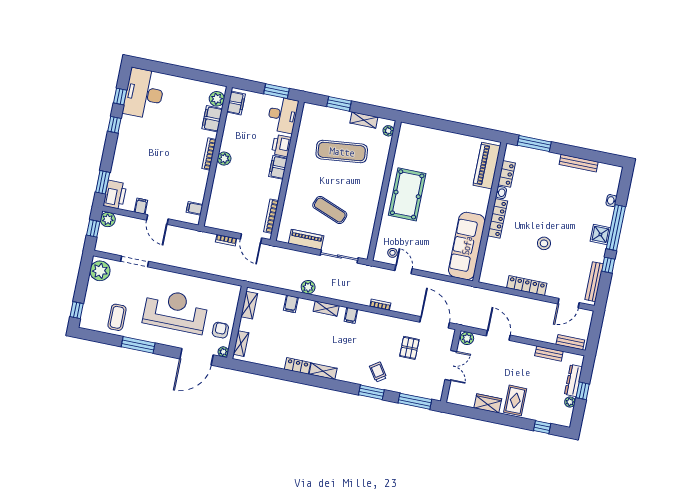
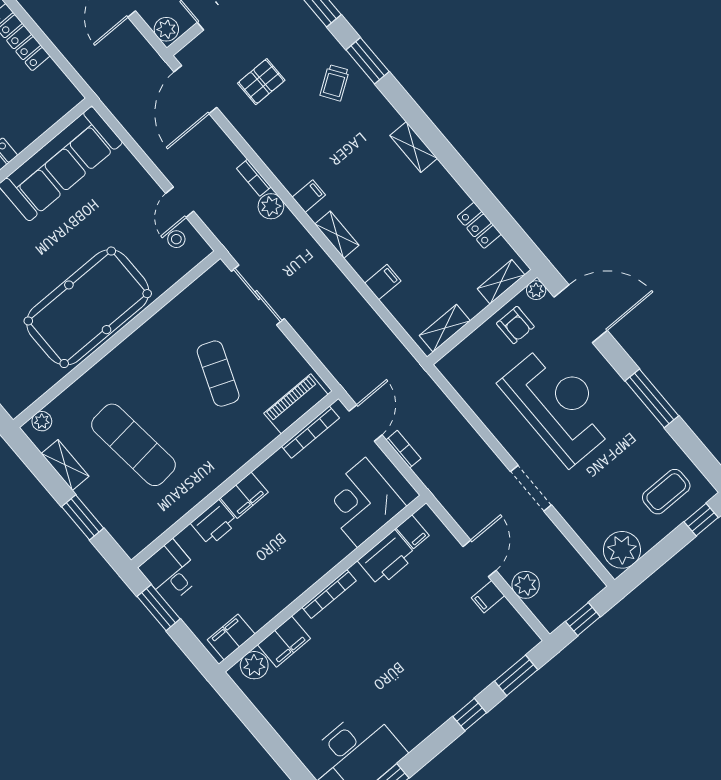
desk: (283, 115) -> (171, 572), width x0.73
window: (114, 125) -> (470, 715), moved
plant: (224, 159) -> (312, 570), removed
pool table: (407, 194) -> (88, 307), width x1.36, depth x1.32
printer: (115, 195) -> (387, 558), moved, turned 180
corner desk: (226, 204) -> (361, 502), added
plant: (108, 219) -> (526, 585), moved
piano: (306, 240) -> (296, 404), moved, turned 90
doorway: (135, 261) -> (531, 488), moved
plant: (308, 287) -> (271, 206), moved
reception desk: (175, 311) -> (558, 405), turned 180
coffee table: (117, 317) -> (666, 492), moved
armchair: (220, 330) -> (515, 325), turned -90
locker: (297, 366) -> (479, 225), moved

